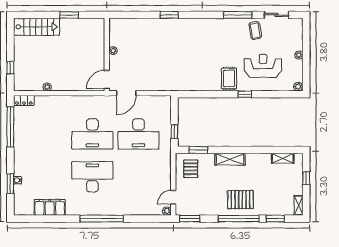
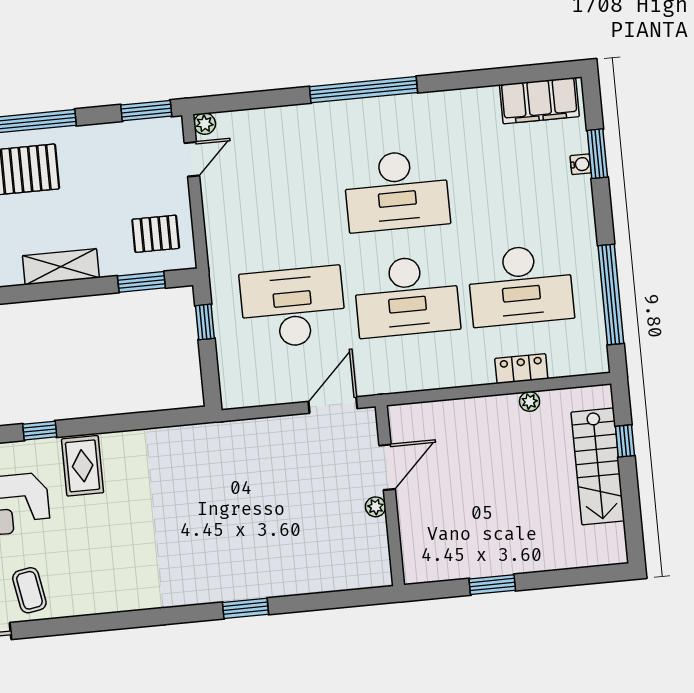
window: (238, 15) -> (76, 625), removed
stairs: (37, 27) -> (598, 466), moved, turned -90
door: (107, 79) -> (387, 467), moved
locker: (24, 100) -> (521, 369), moved
desk: (46, 134) -> (521, 285), added
desk: (92, 134) -> (407, 296), turned 180
pallet: (191, 169) -> (156, 234), turned 90
filing cabinet: (50, 207) -> (539, 101), moved

